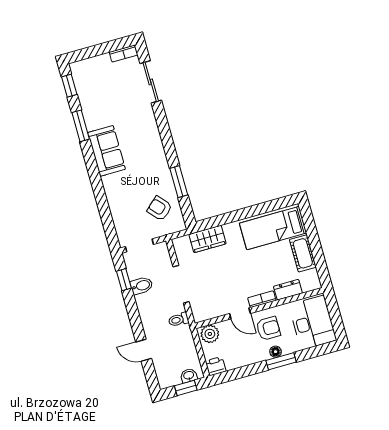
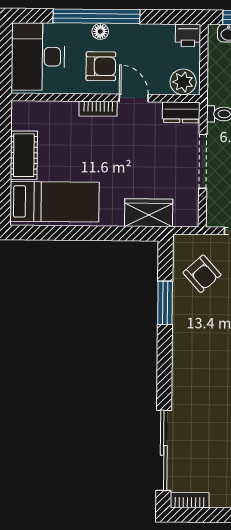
sliding door: (151, 82) -> (164, 450), width x1.37
dresser: (288, 290) -> (181, 112), moved
armchair: (268, 328) -> (101, 66), turned 180
window: (281, 361) -> (96, 16), width x2.11

